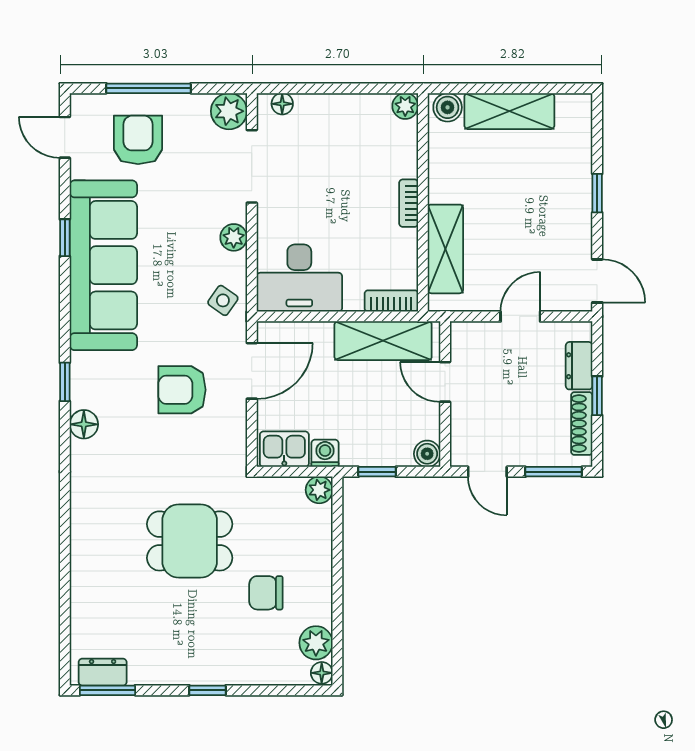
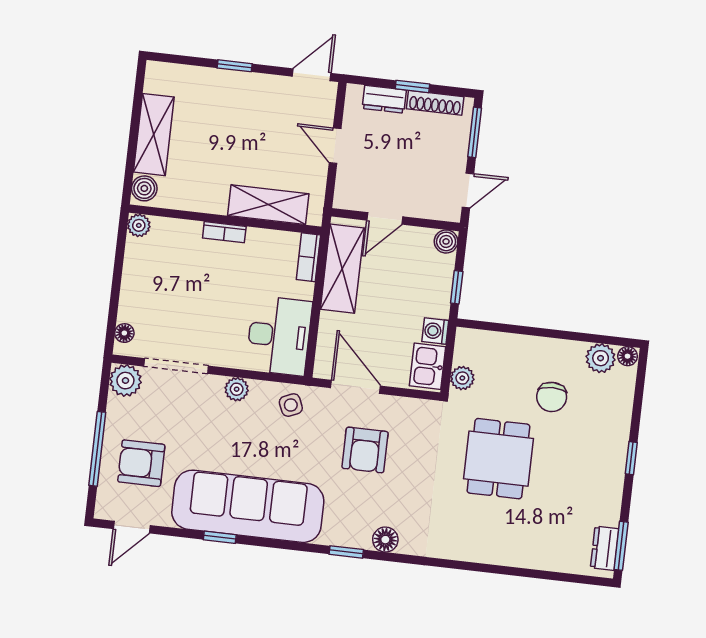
side table: (223, 300) -> (291, 405), turned 32
plant: (319, 490) -> (462, 378), moved

